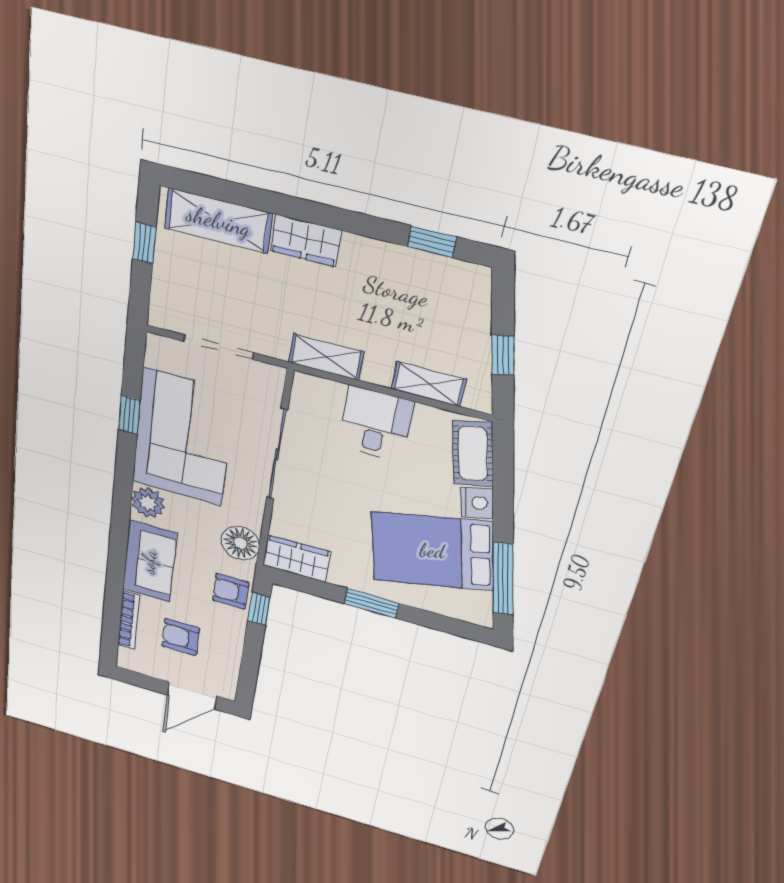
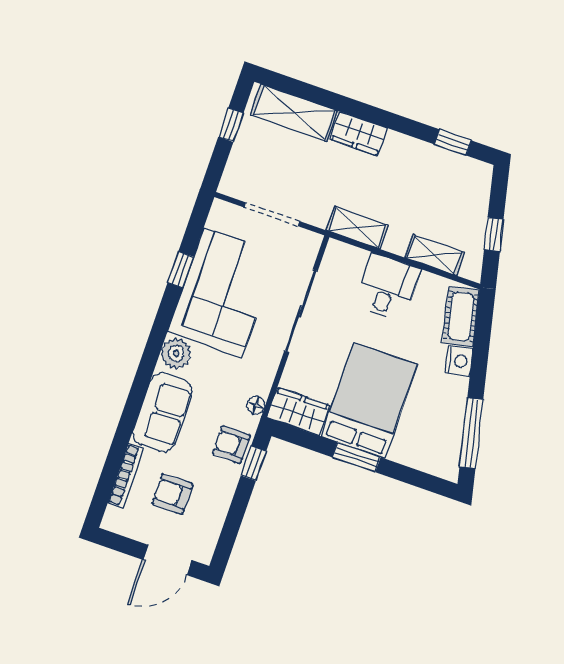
floor lamp: (240, 543) -> (256, 405), width x0.53, depth x0.53
bed: (432, 551) -> (369, 401), moved, turned 103

